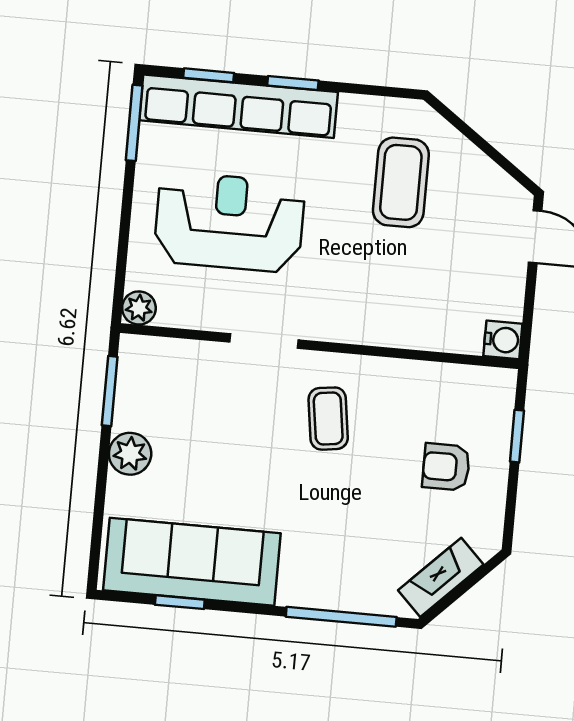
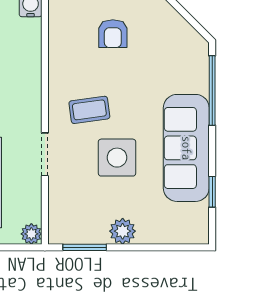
side table: (248, 456) -> (117, 158), added
sofa: (192, 562) -> (186, 148), moved
fireplace: (441, 577) -> (182, 31), removed

